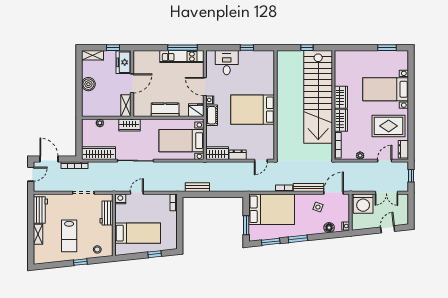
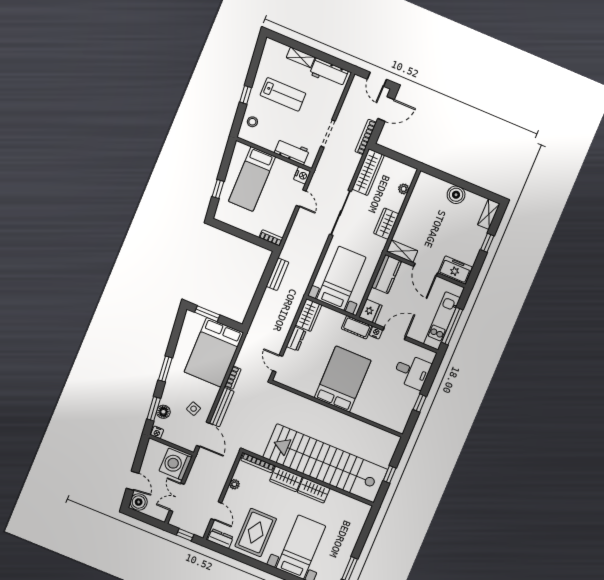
freezer: (124, 62) -> (455, 270), moved
door: (132, 83) -> (426, 270), moved
wall: (132, 83) -> (426, 270), moved
shelving: (126, 106) -> (402, 251), moved
boiler: (401, 219) -> (139, 502), added
lab bench: (69, 236) -> (283, 94), turned 180
window: (271, 242) -> (154, 409), moved

